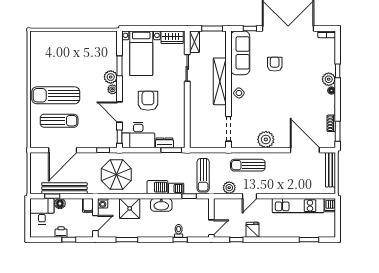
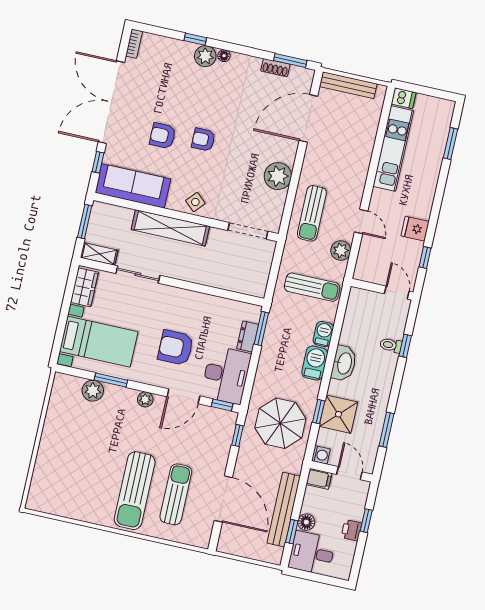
plant: (111, 77) -> (93, 391), moved
armchair: (278, 89) -> (203, 140), added
window: (189, 196) -> (319, 412), moved

